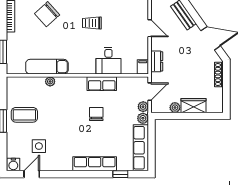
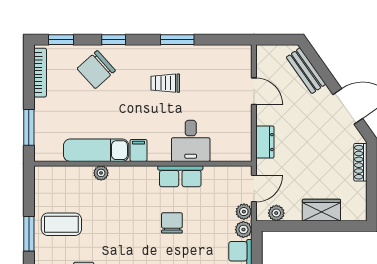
filing cabinet: (143, 67) -> (139, 150), moved
plant: (175, 108) -> (276, 213), moved

